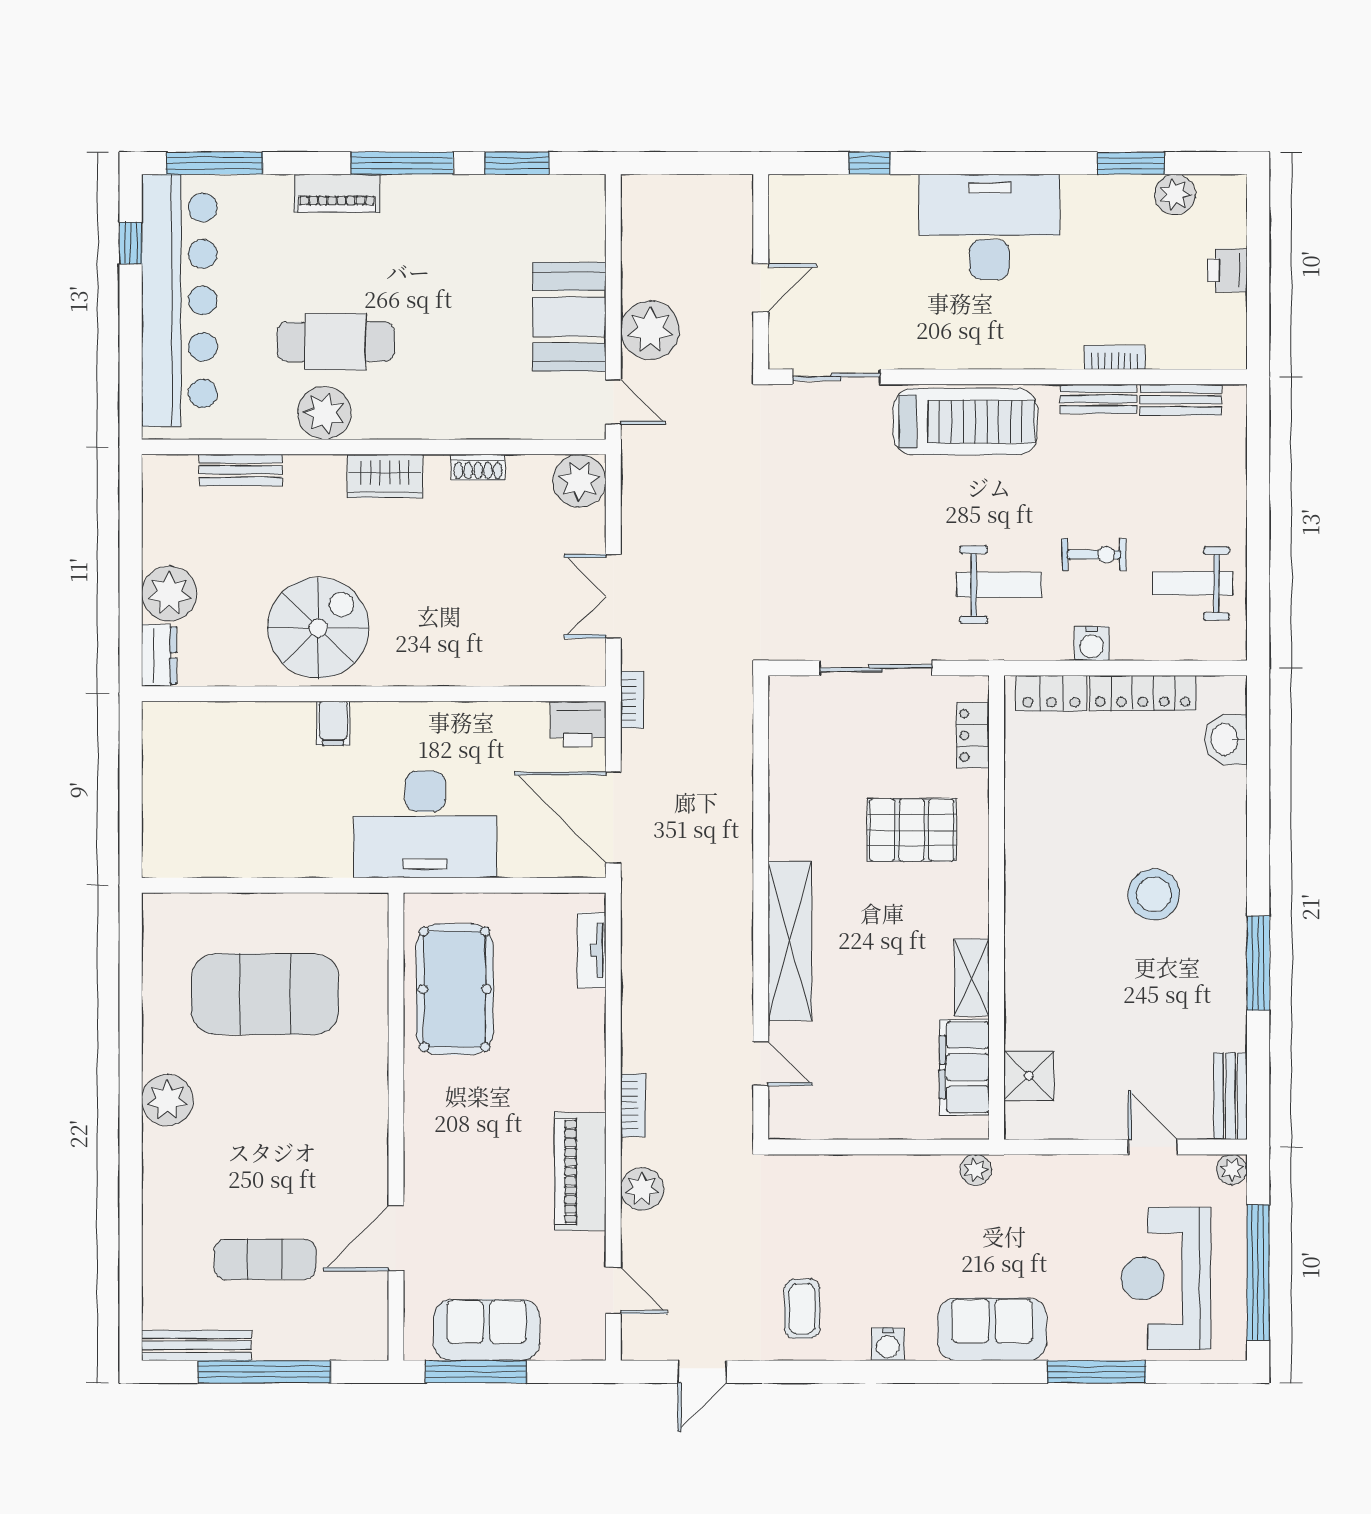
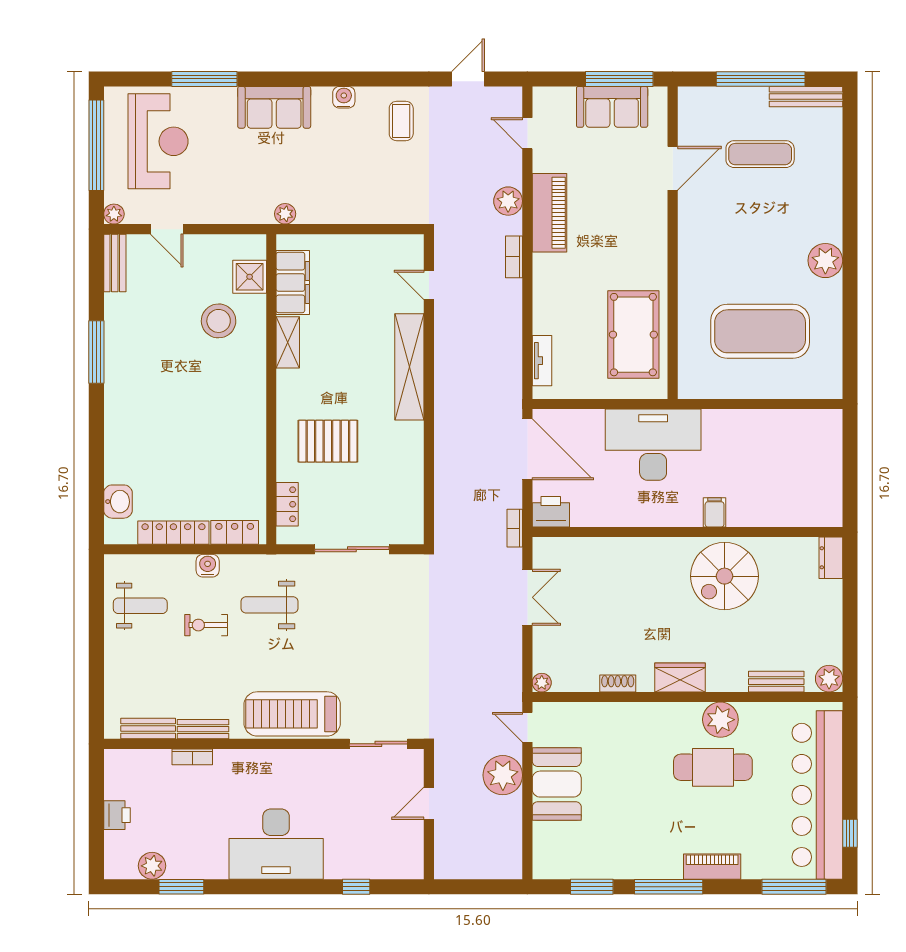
plant: (579, 481) -> (542, 683), width x0.53, depth x0.53
plant: (169, 594) -> (829, 679), moved, width x0.73, depth x0.73
stool: (1154, 895) -> (219, 321), moved

